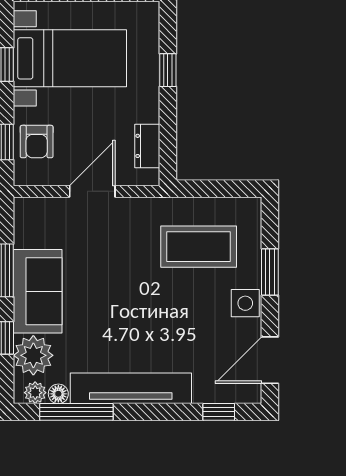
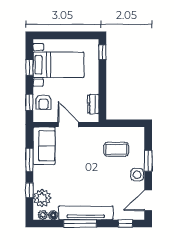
window: (168, 70) -> (102, 52), moved
door: (92, 191) -> (68, 125), hinge flipped
coffee table: (199, 247) -> (116, 149), width x0.73, depth x0.76
sofa: (38, 291) -> (44, 146), moved
window: (76, 412) -> (80, 223), moved

